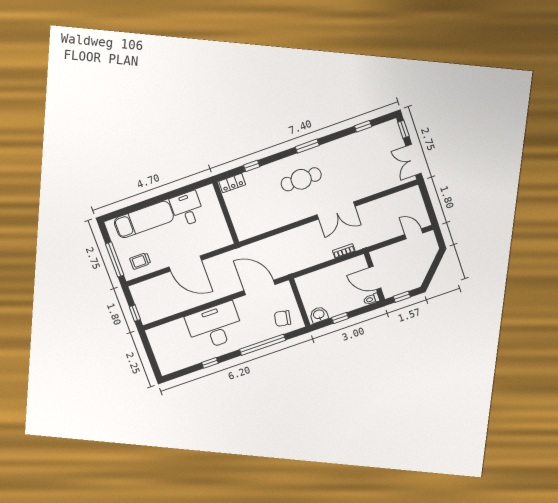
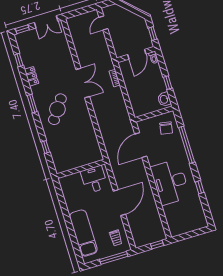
cafe table: (301, 179) -> (57, 109), turned 35
locker: (232, 183) -> (32, 76), moved
desk: (187, 209) -> (94, 179), moved, turned 90

